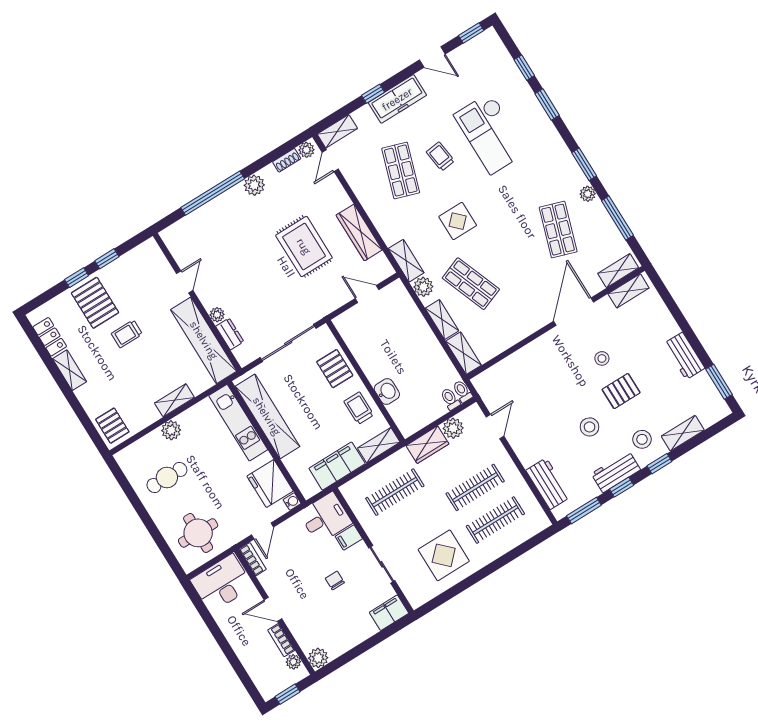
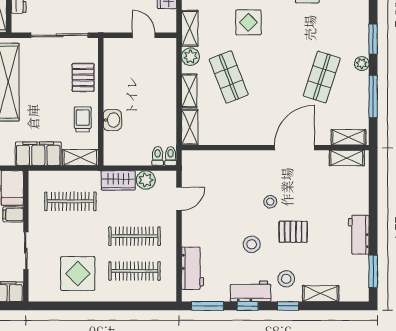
stool: (602, 358) -> (270, 202), moved

